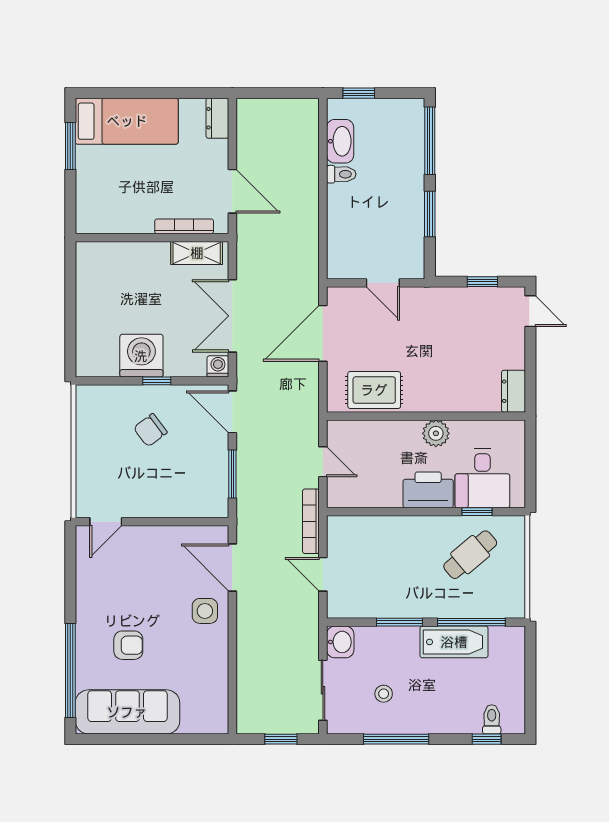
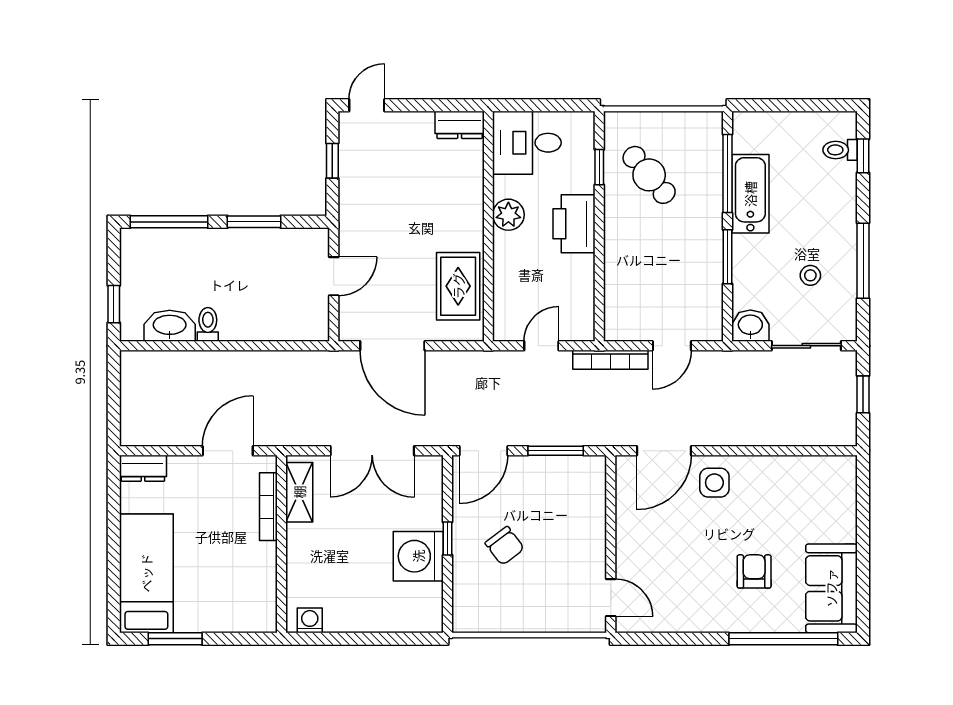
washing machine: (218, 366) -> (310, 620), moved, turned 90
desk: (482, 478) -> (527, 143), moved, turned 180
sofa: (127, 712) -> (831, 588), width x0.73

